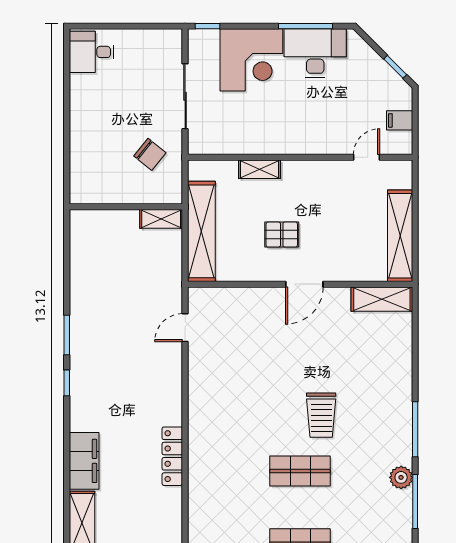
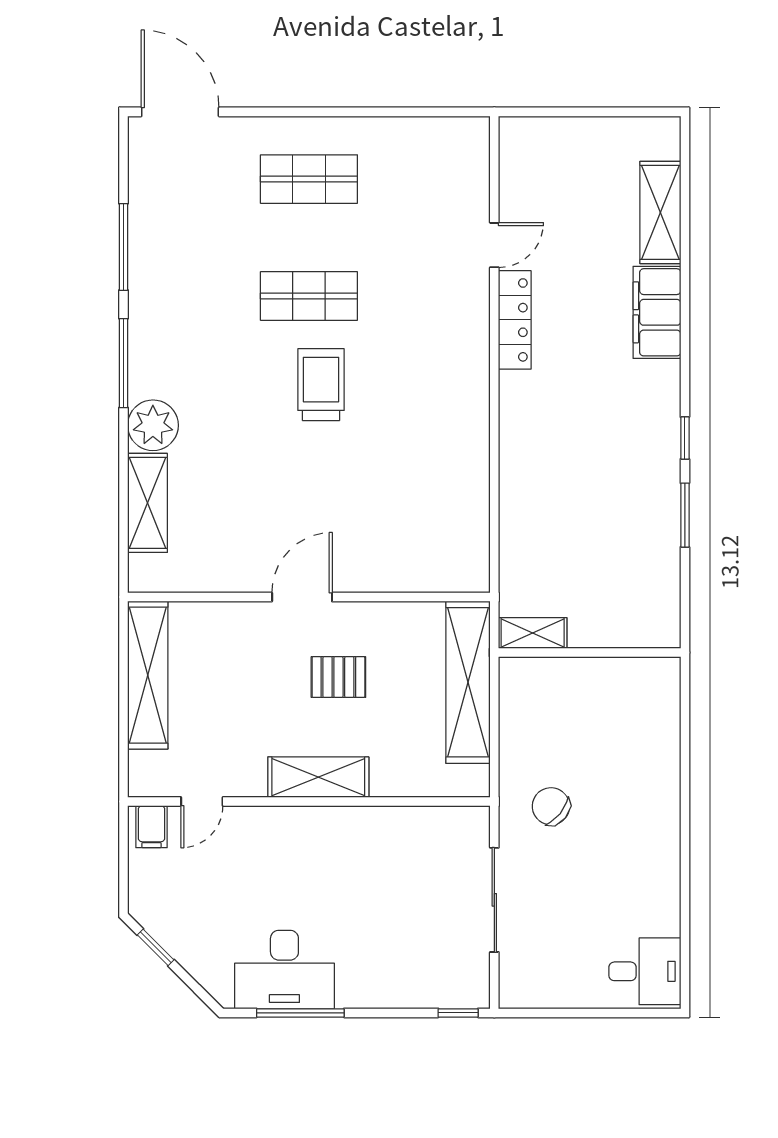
corner desk: (251, 60) -> (387, 958), removed
filing cabinet: (400, 120) -> (152, 827), moved, turned 90
shelving: (260, 169) -> (318, 777), moved, width x1.50, depth x1.33
wall: (126, 207) -> (590, 653), moved
shelving: (161, 219) -> (533, 633), moved
shelving: (382, 299) -> (147, 503), moved, turned 90
door: (185, 328) -> (494, 245), moved
trolley: (321, 415) -> (321, 385), moved
plant: (401, 477) -> (153, 425), moved, width x1.36, depth x1.36

